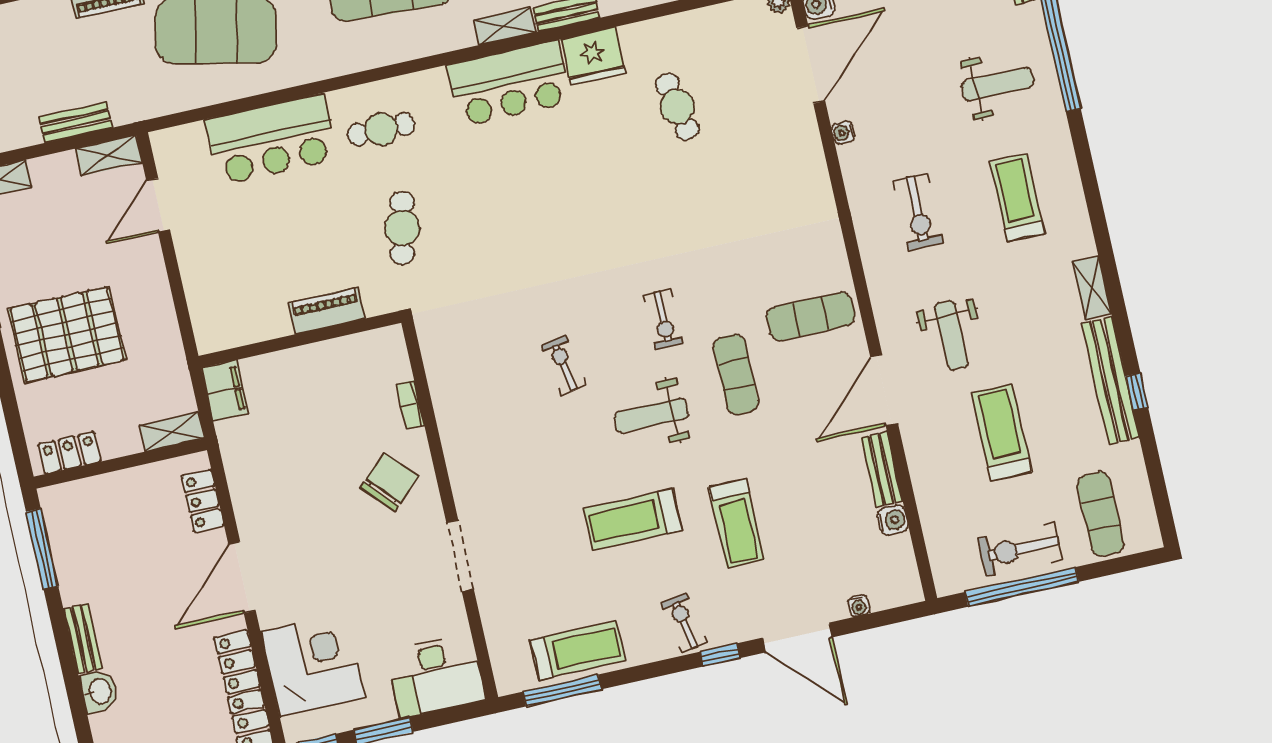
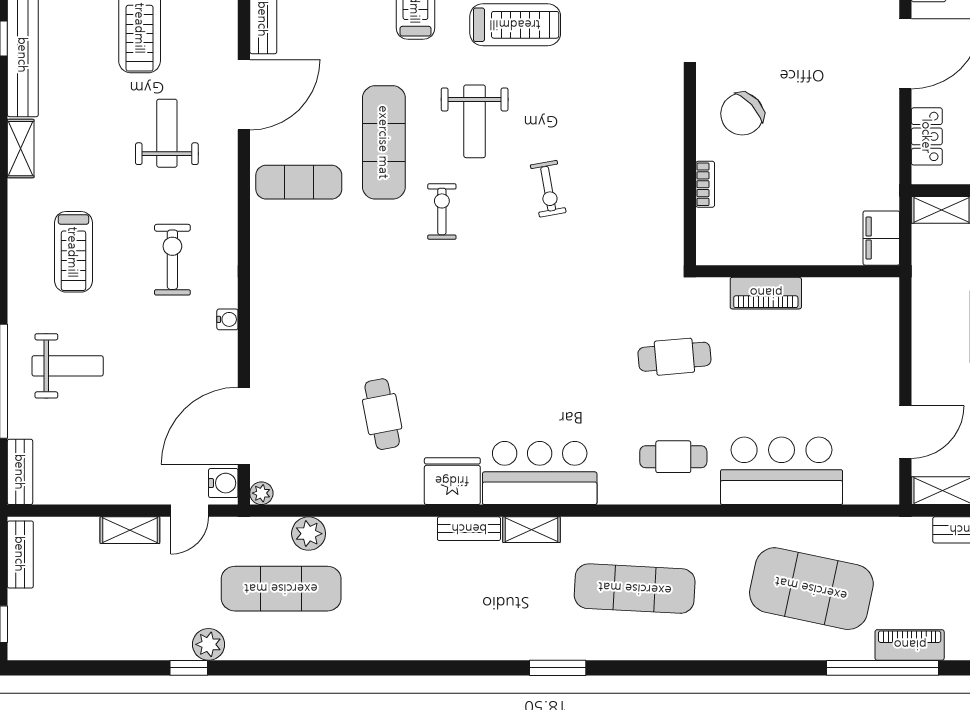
weight bench: (998, 84) -> (68, 366), turned 180
water cooler: (843, 133) -> (227, 319), moved
cafe table: (402, 228) -> (674, 357), turned 72
exercise mat: (736, 374) -> (384, 142), width x1.36, depth x1.45
weight bench: (651, 415) -> (475, 121), turned 90

